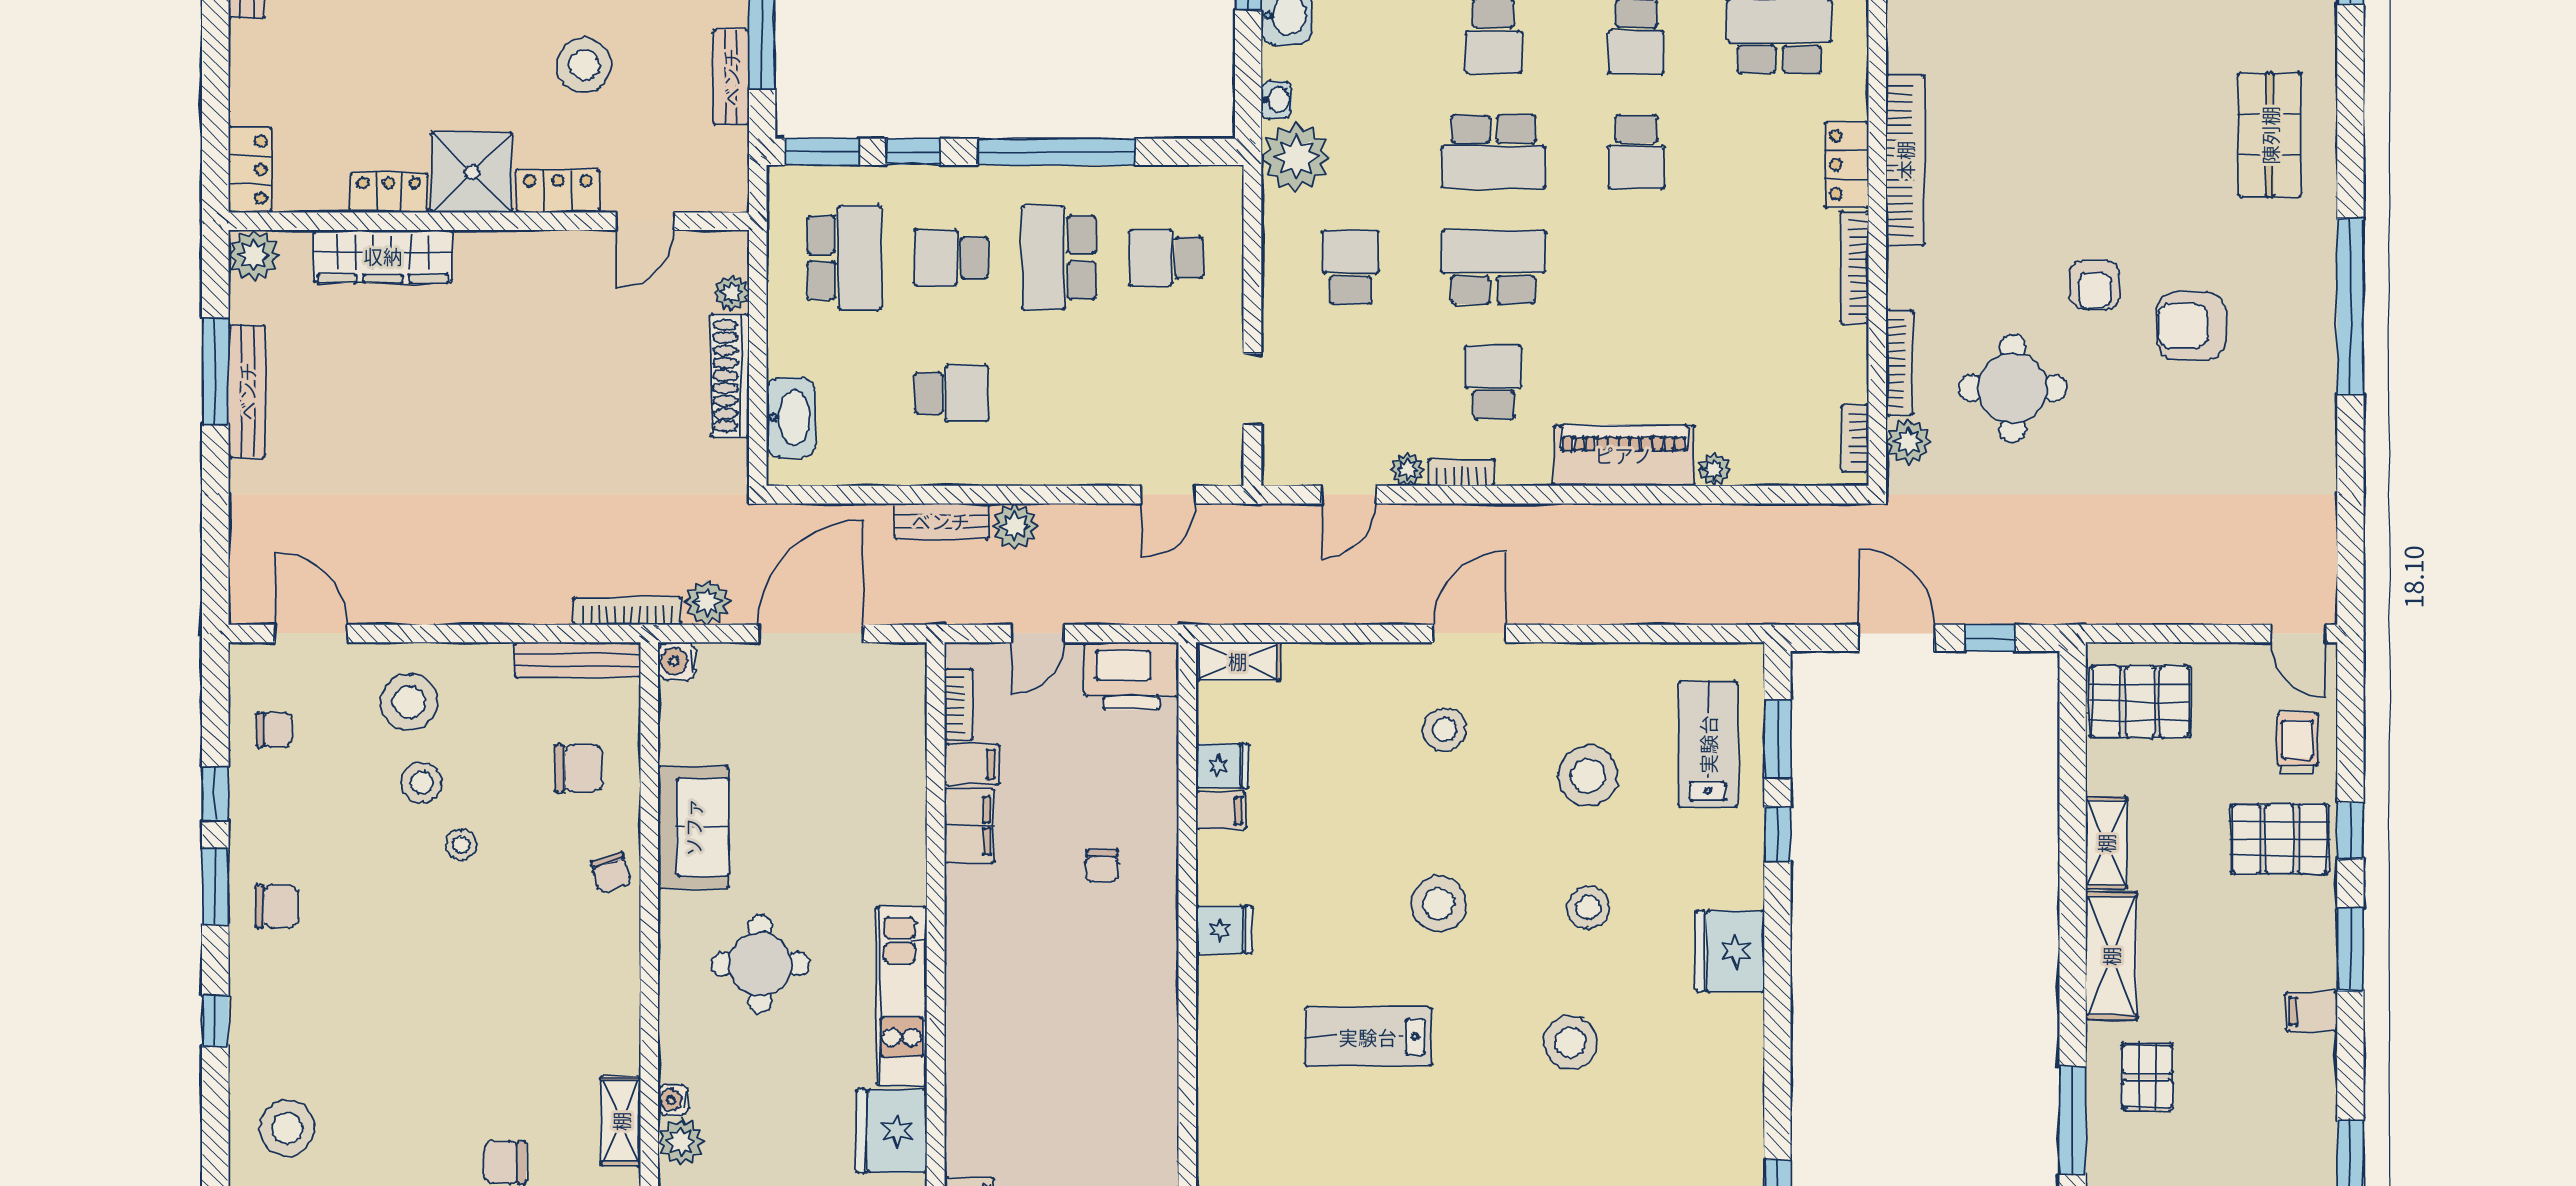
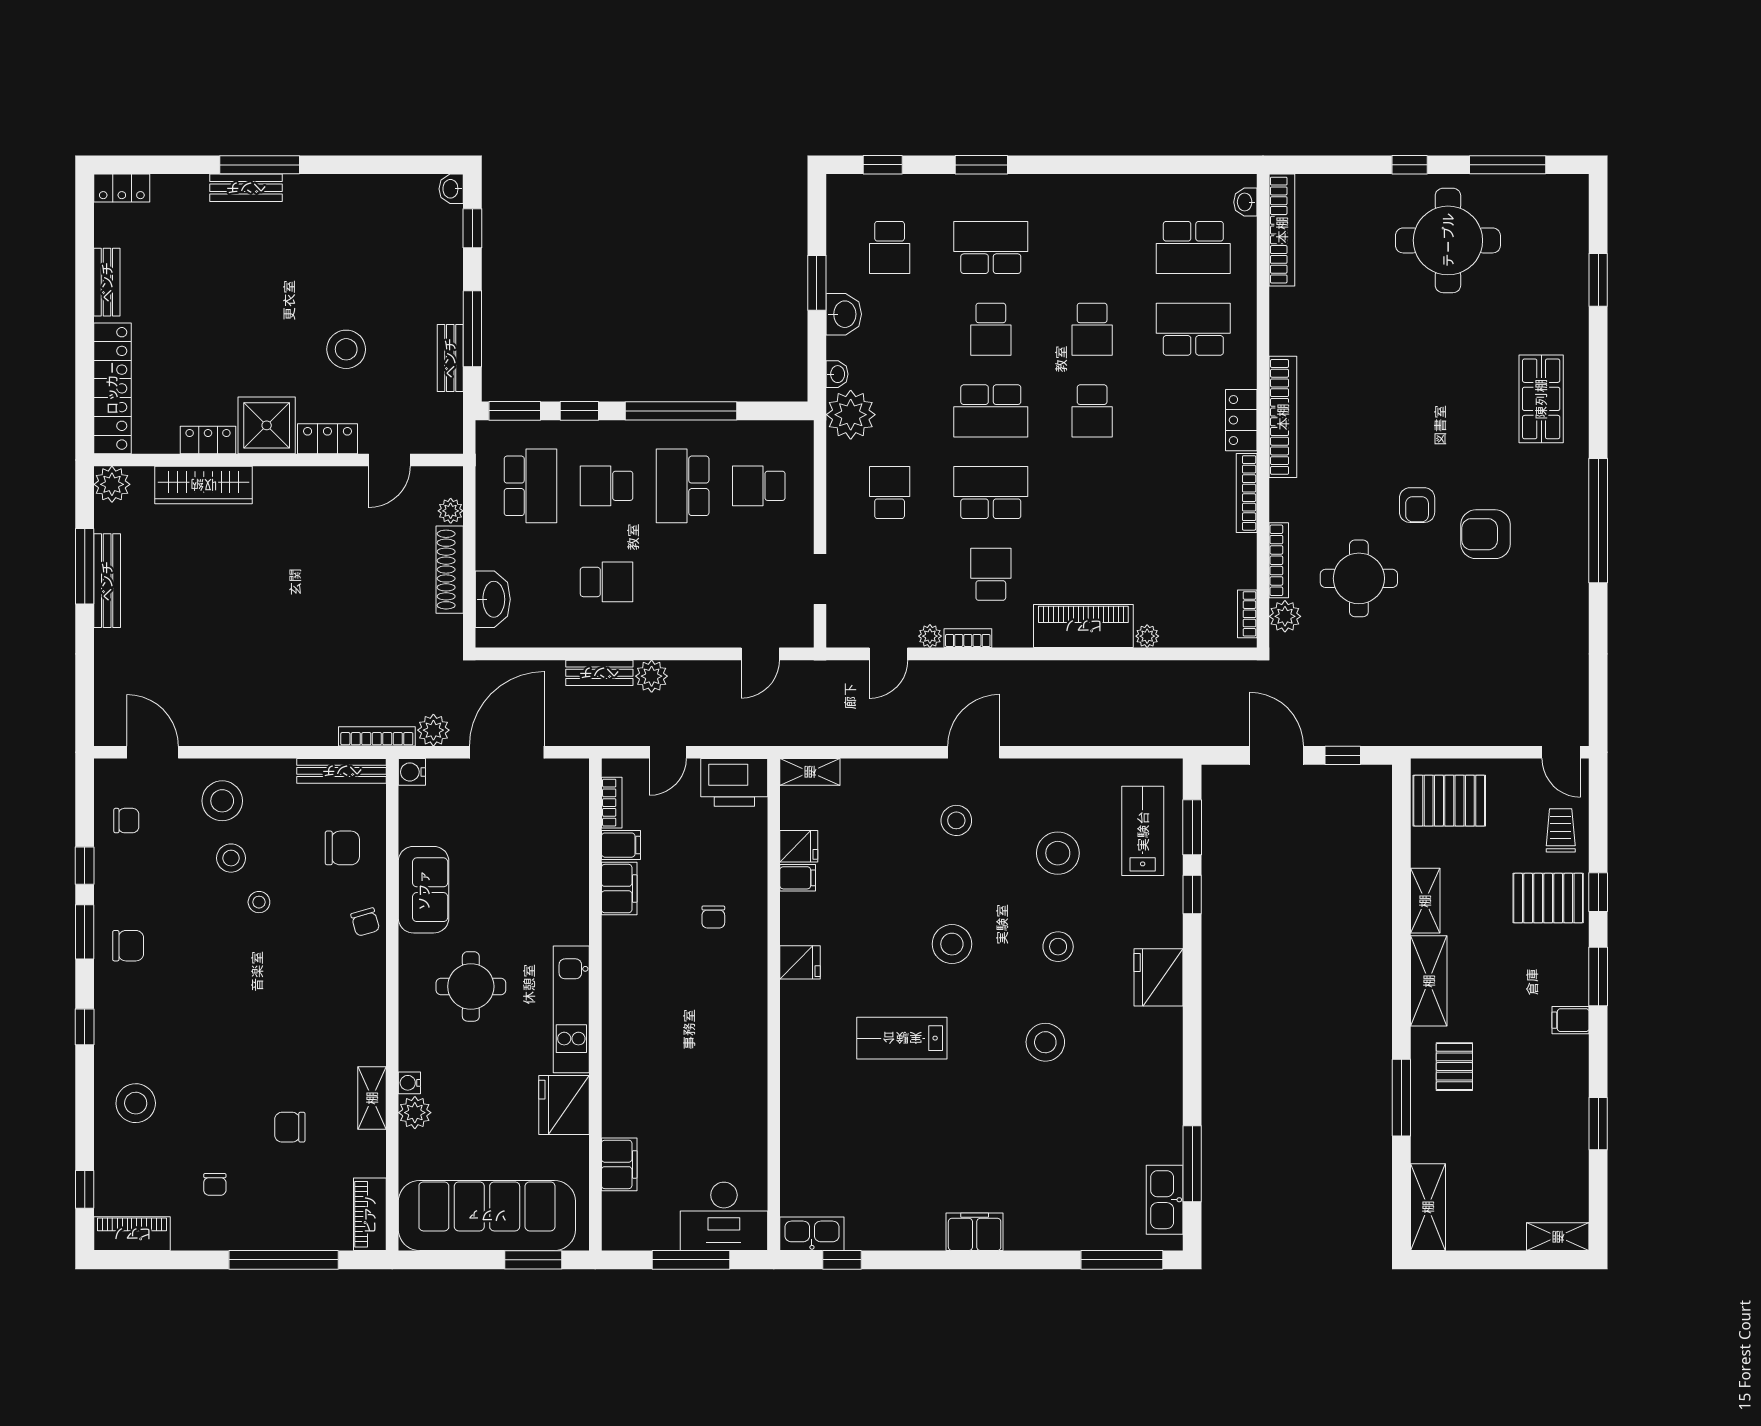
locker: (250, 170) -> (112, 388), width x2.16, depth x1.21

